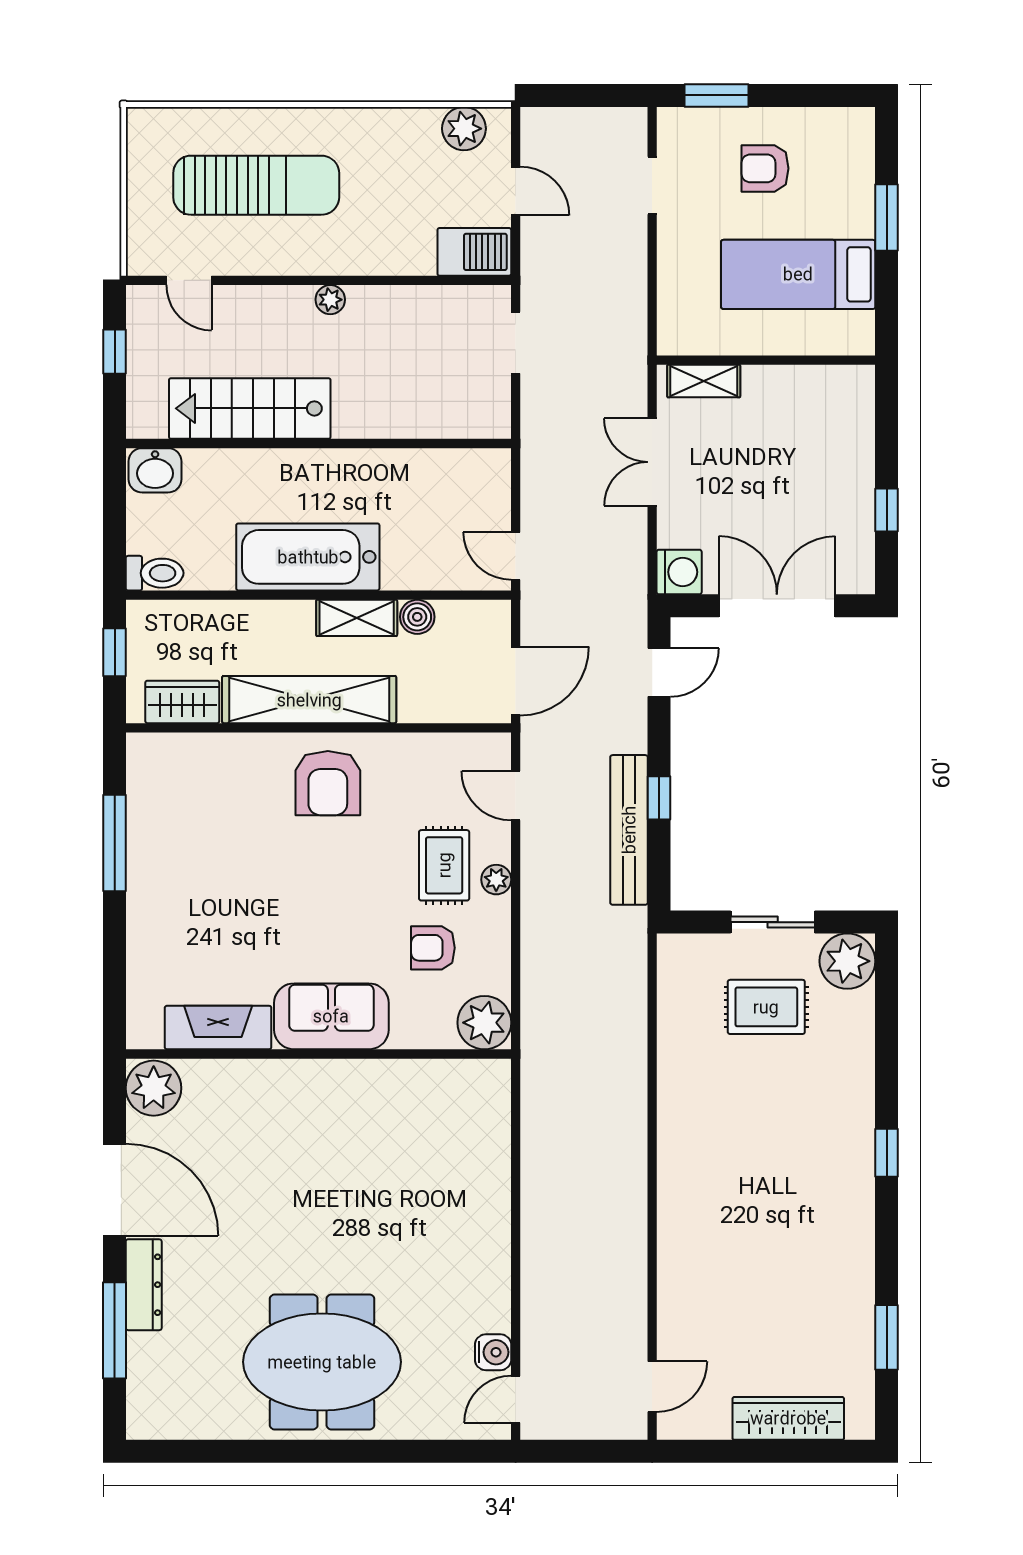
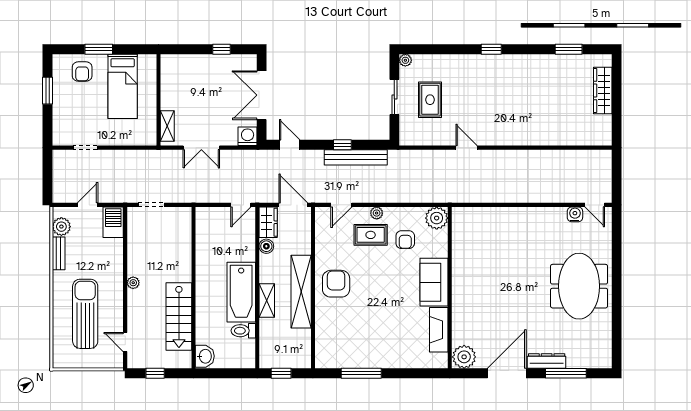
window: (717, 95) -> (47, 91), moved
bench: (400, 122) -> (59, 253), added
armchair: (765, 168) -> (82, 72), moved
door: (189, 280) -> (125, 342), swing flipped
toilet: (155, 573) -> (243, 331), moved, turned -90
shelving: (357, 618) -> (267, 301), moved
wardrobe: (182, 702) -> (268, 222), moved, turned 180
armchair: (328, 783) -> (336, 284), turned -90
plant: (847, 961) -> (405, 60), width x0.53, depth x0.53
door: (652, 1387) -> (467, 148), moved

